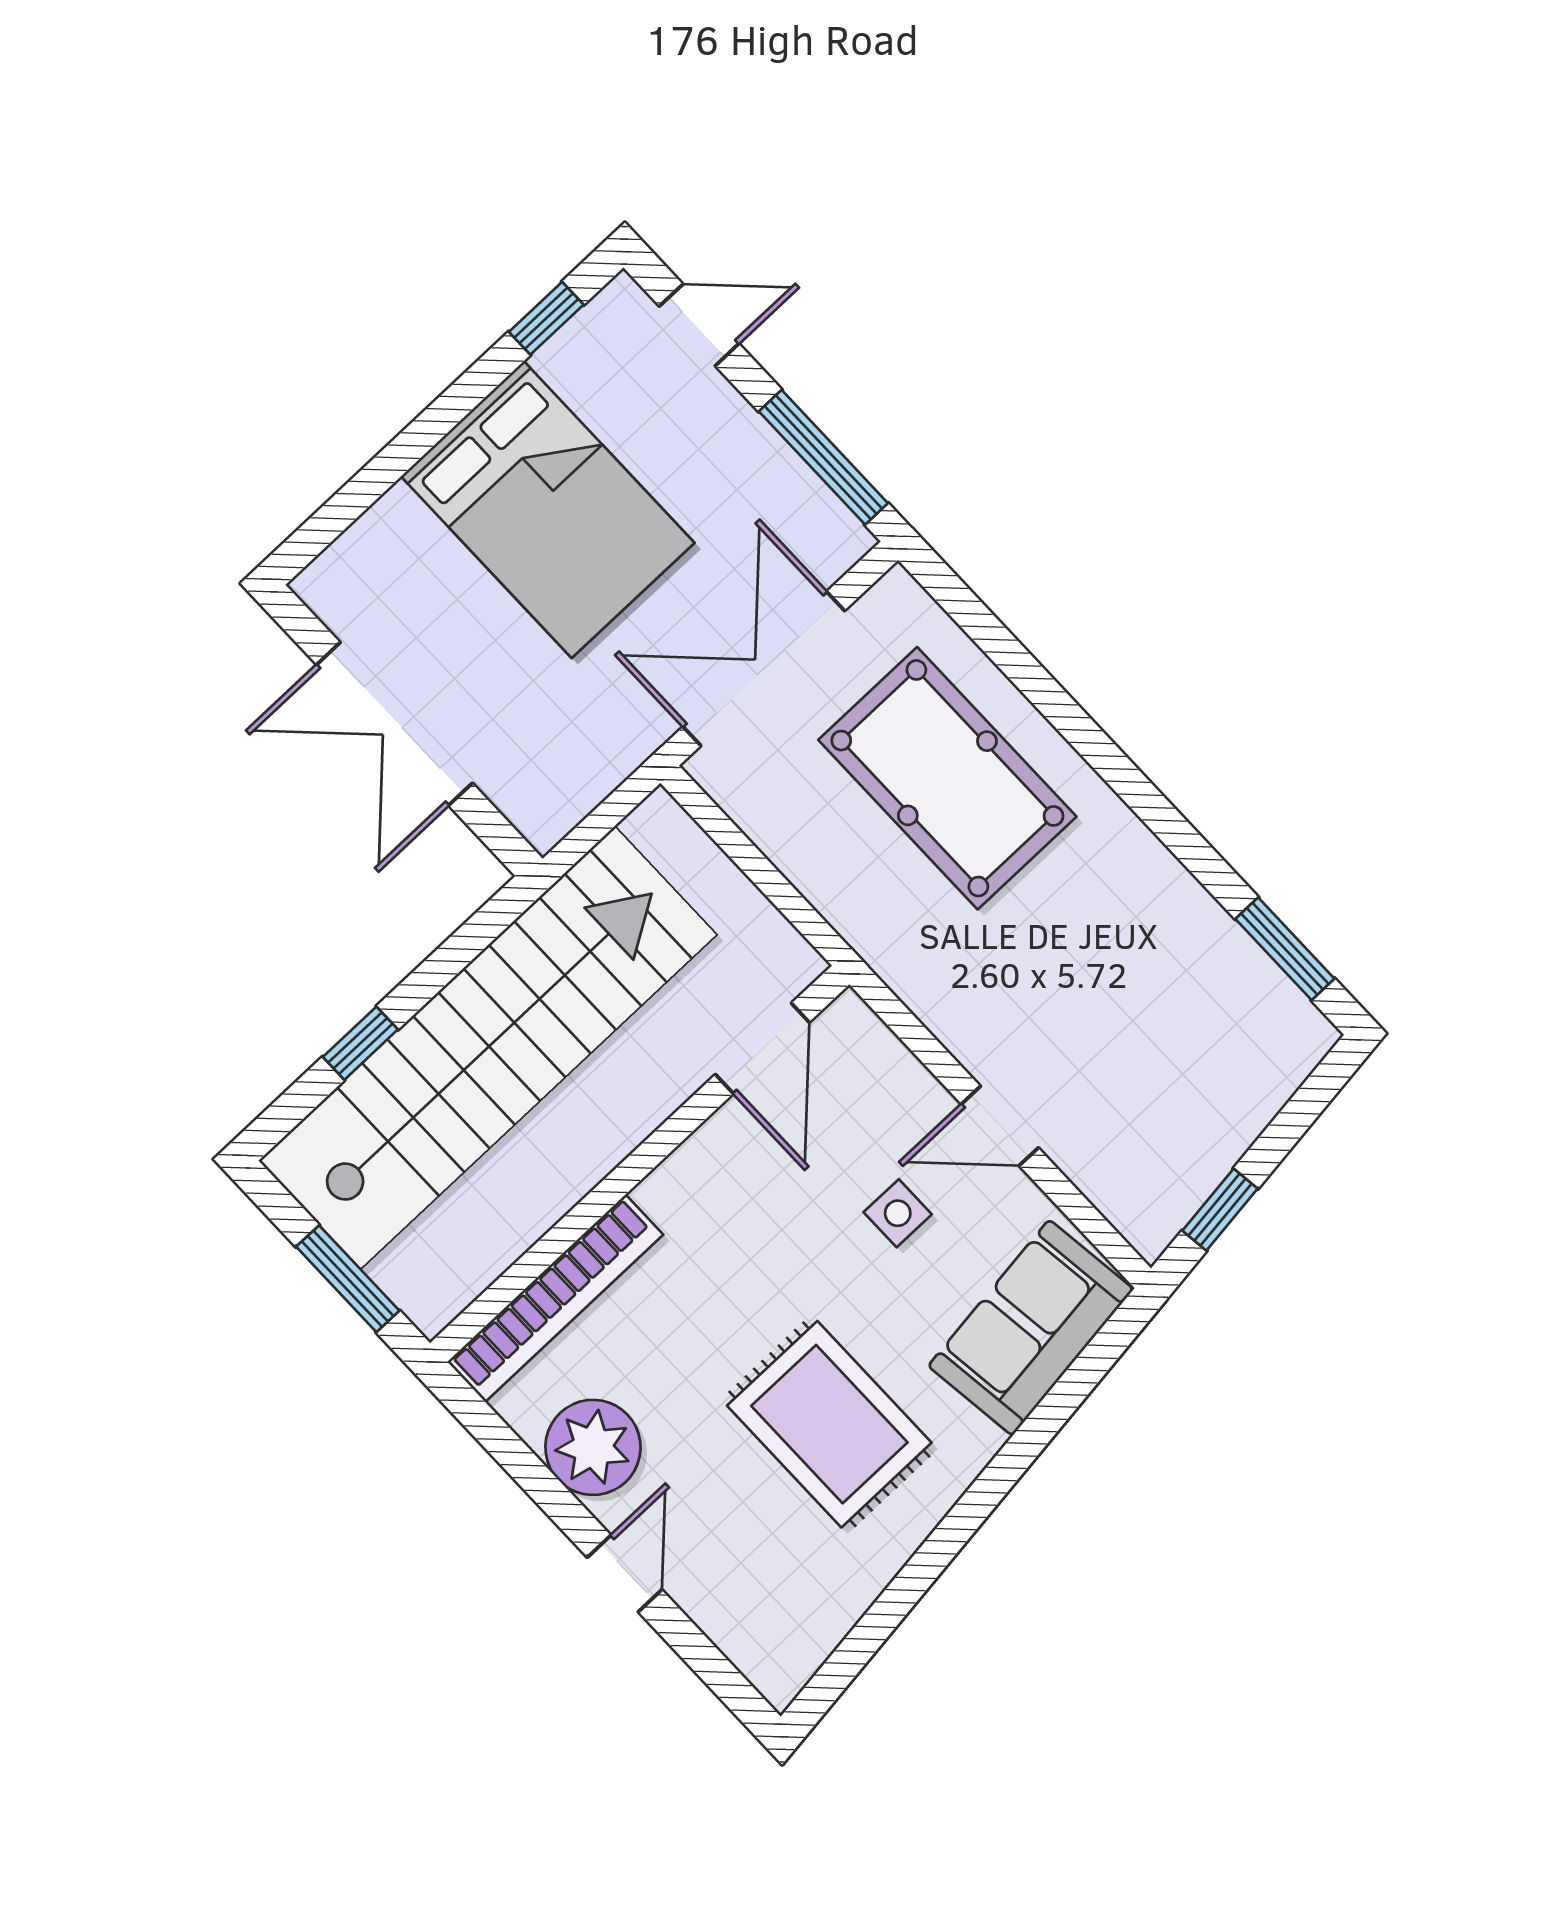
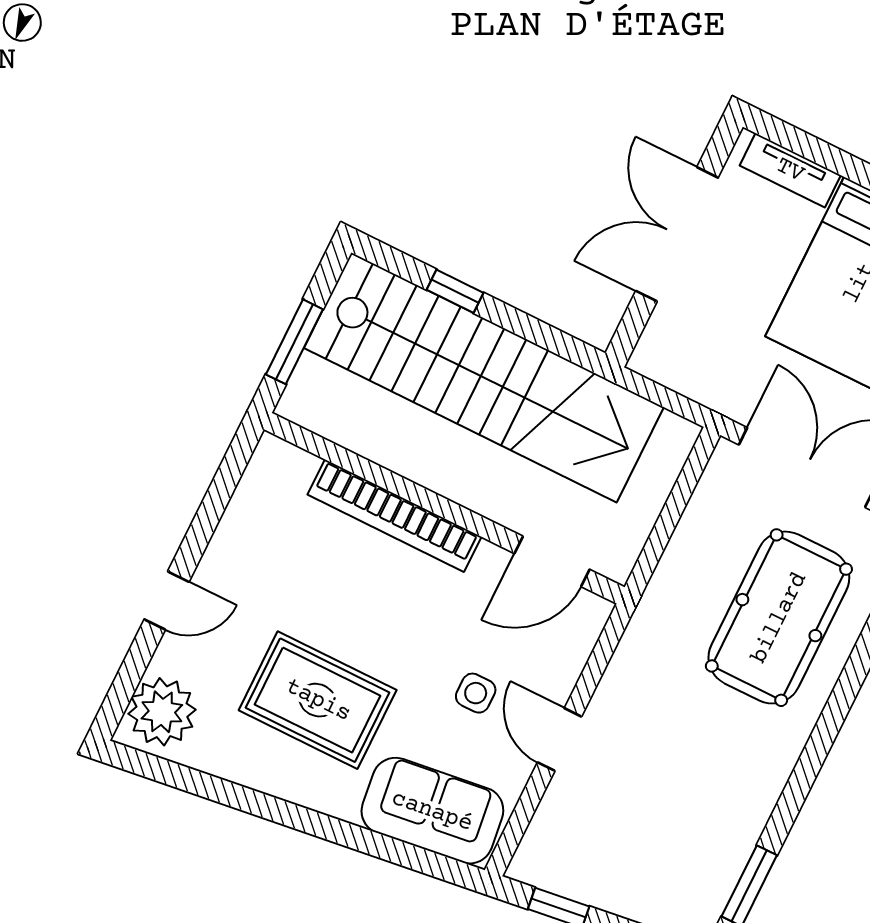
tv unit: (366, 544) -> (790, 170), added
bookcase: (555, 1298) -> (394, 516), moved
rug: (829, 1424) -> (318, 700), turned 90
plant: (593, 1447) -> (162, 712), moved

